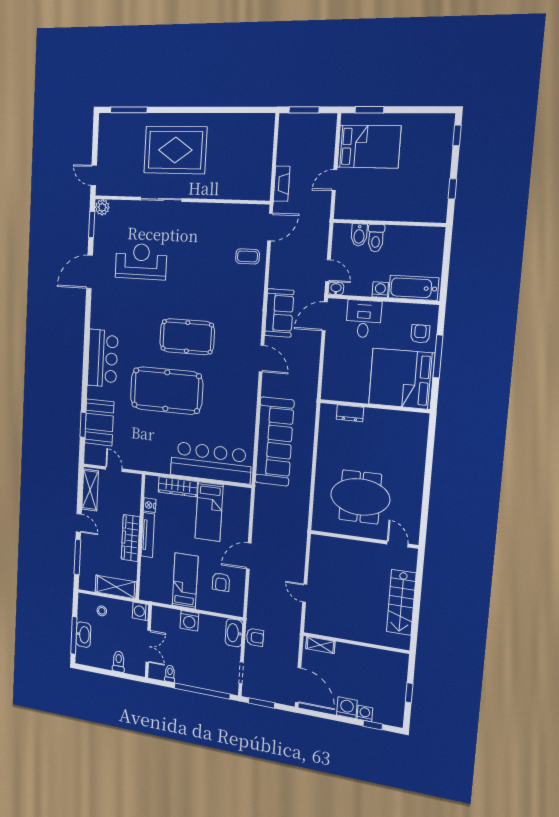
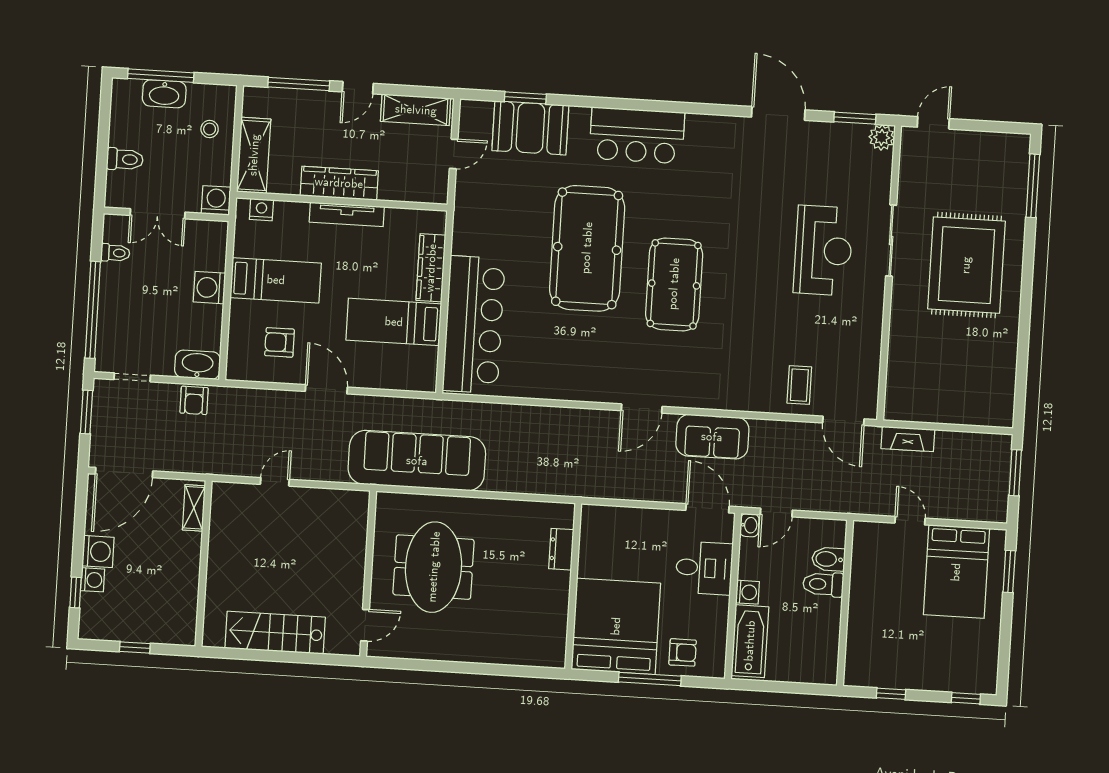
reception desk: (141, 261) -> (823, 250), moved
sofa: (275, 442) -> (417, 461), moved, turned 180
nightstand: (150, 505) -> (261, 210), moved

